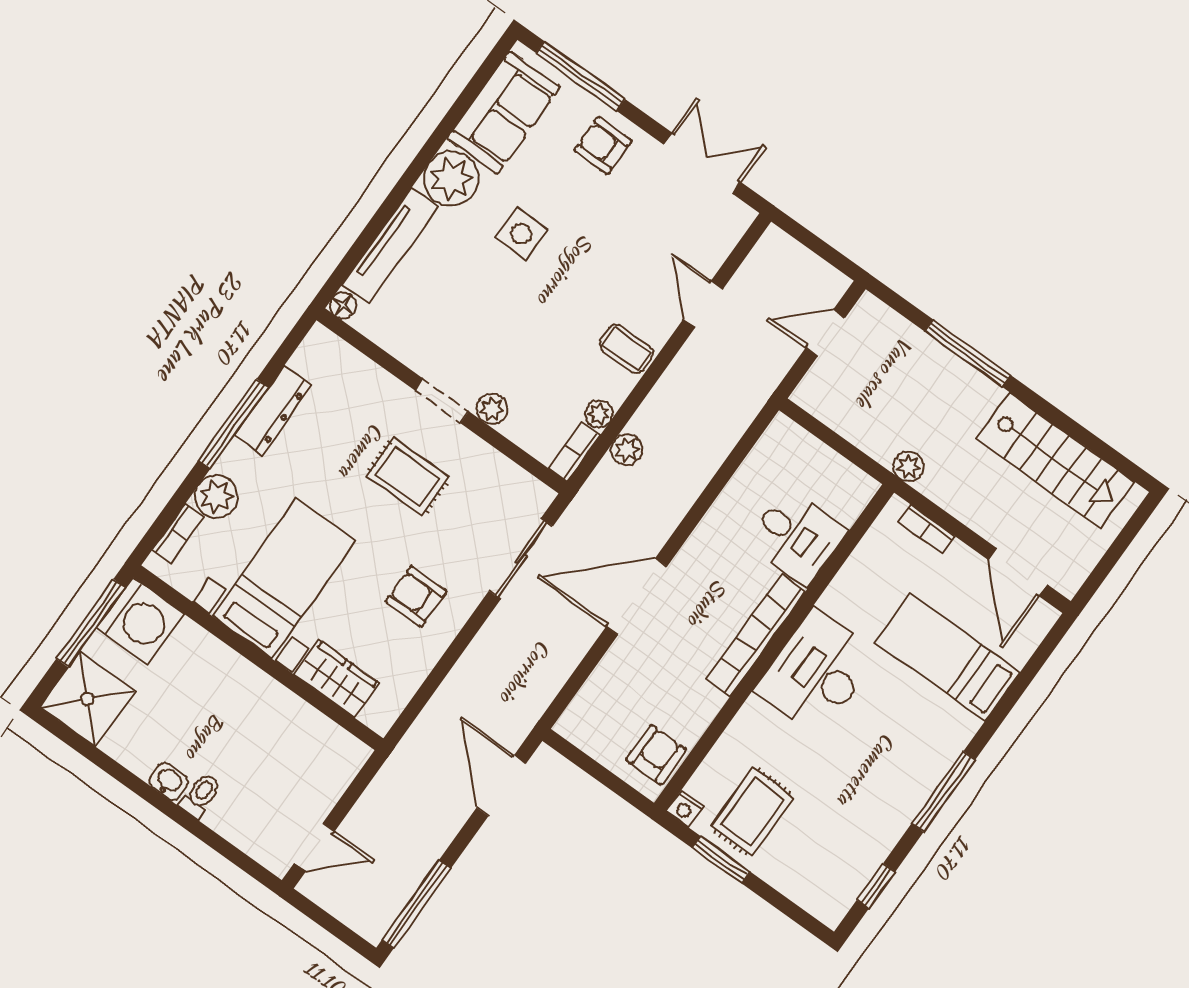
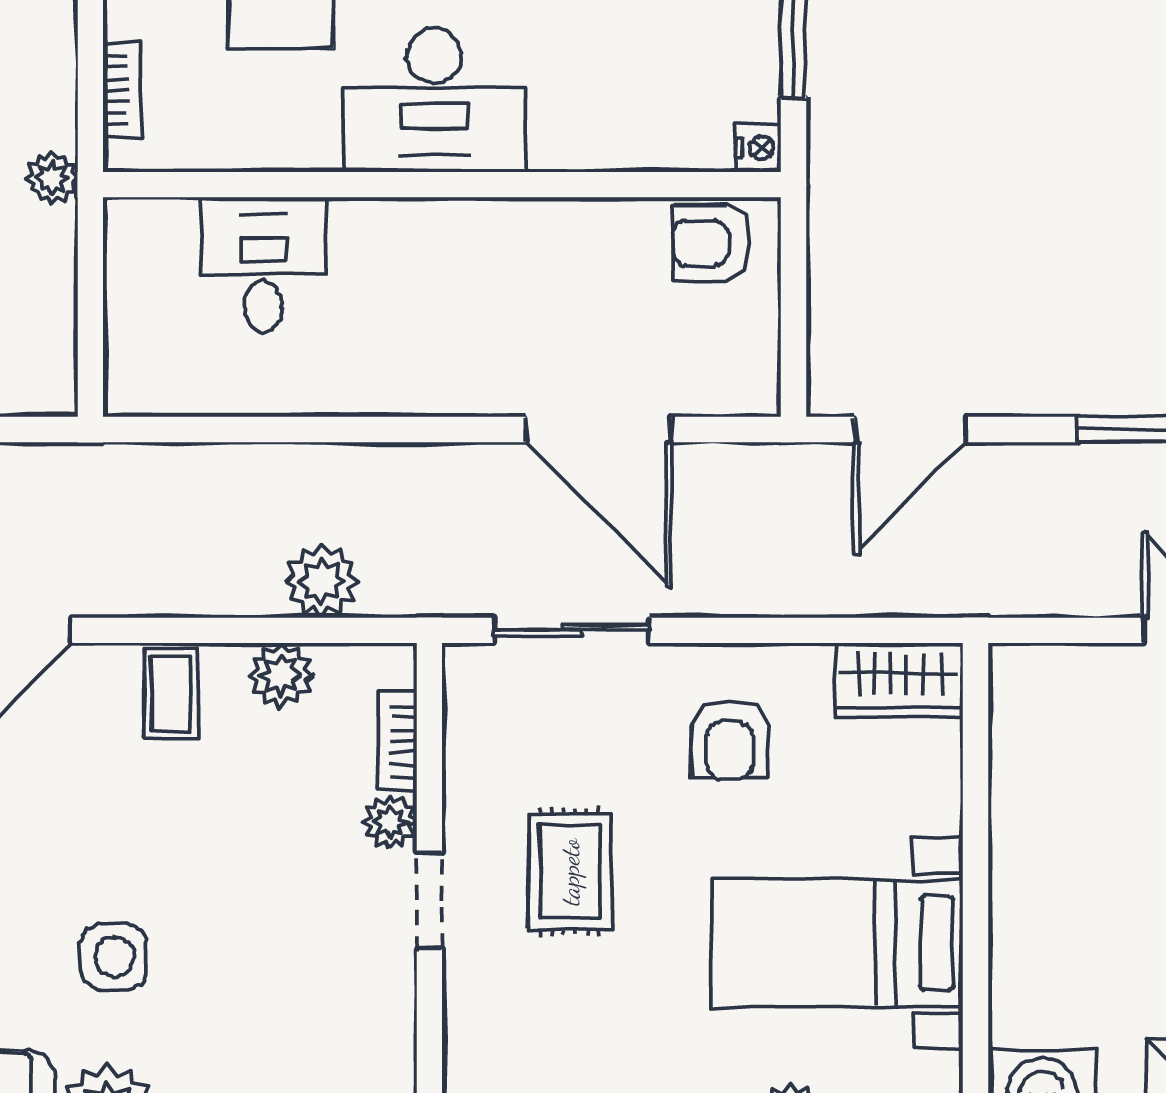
plant: (599, 414) -> (281, 675), width x1.38, depth x1.38
plant: (627, 450) -> (322, 581), width x1.38, depth x1.38
bookcase: (574, 452) -> (397, 741), moved, turned 90
door: (637, 597) -> (599, 429), moved
bookcase: (756, 635) -> (443, 223), removed
wardrobe: (337, 679) -> (899, 680), moved, turned -90
rug: (752, 812) -> (695, 50), removed

